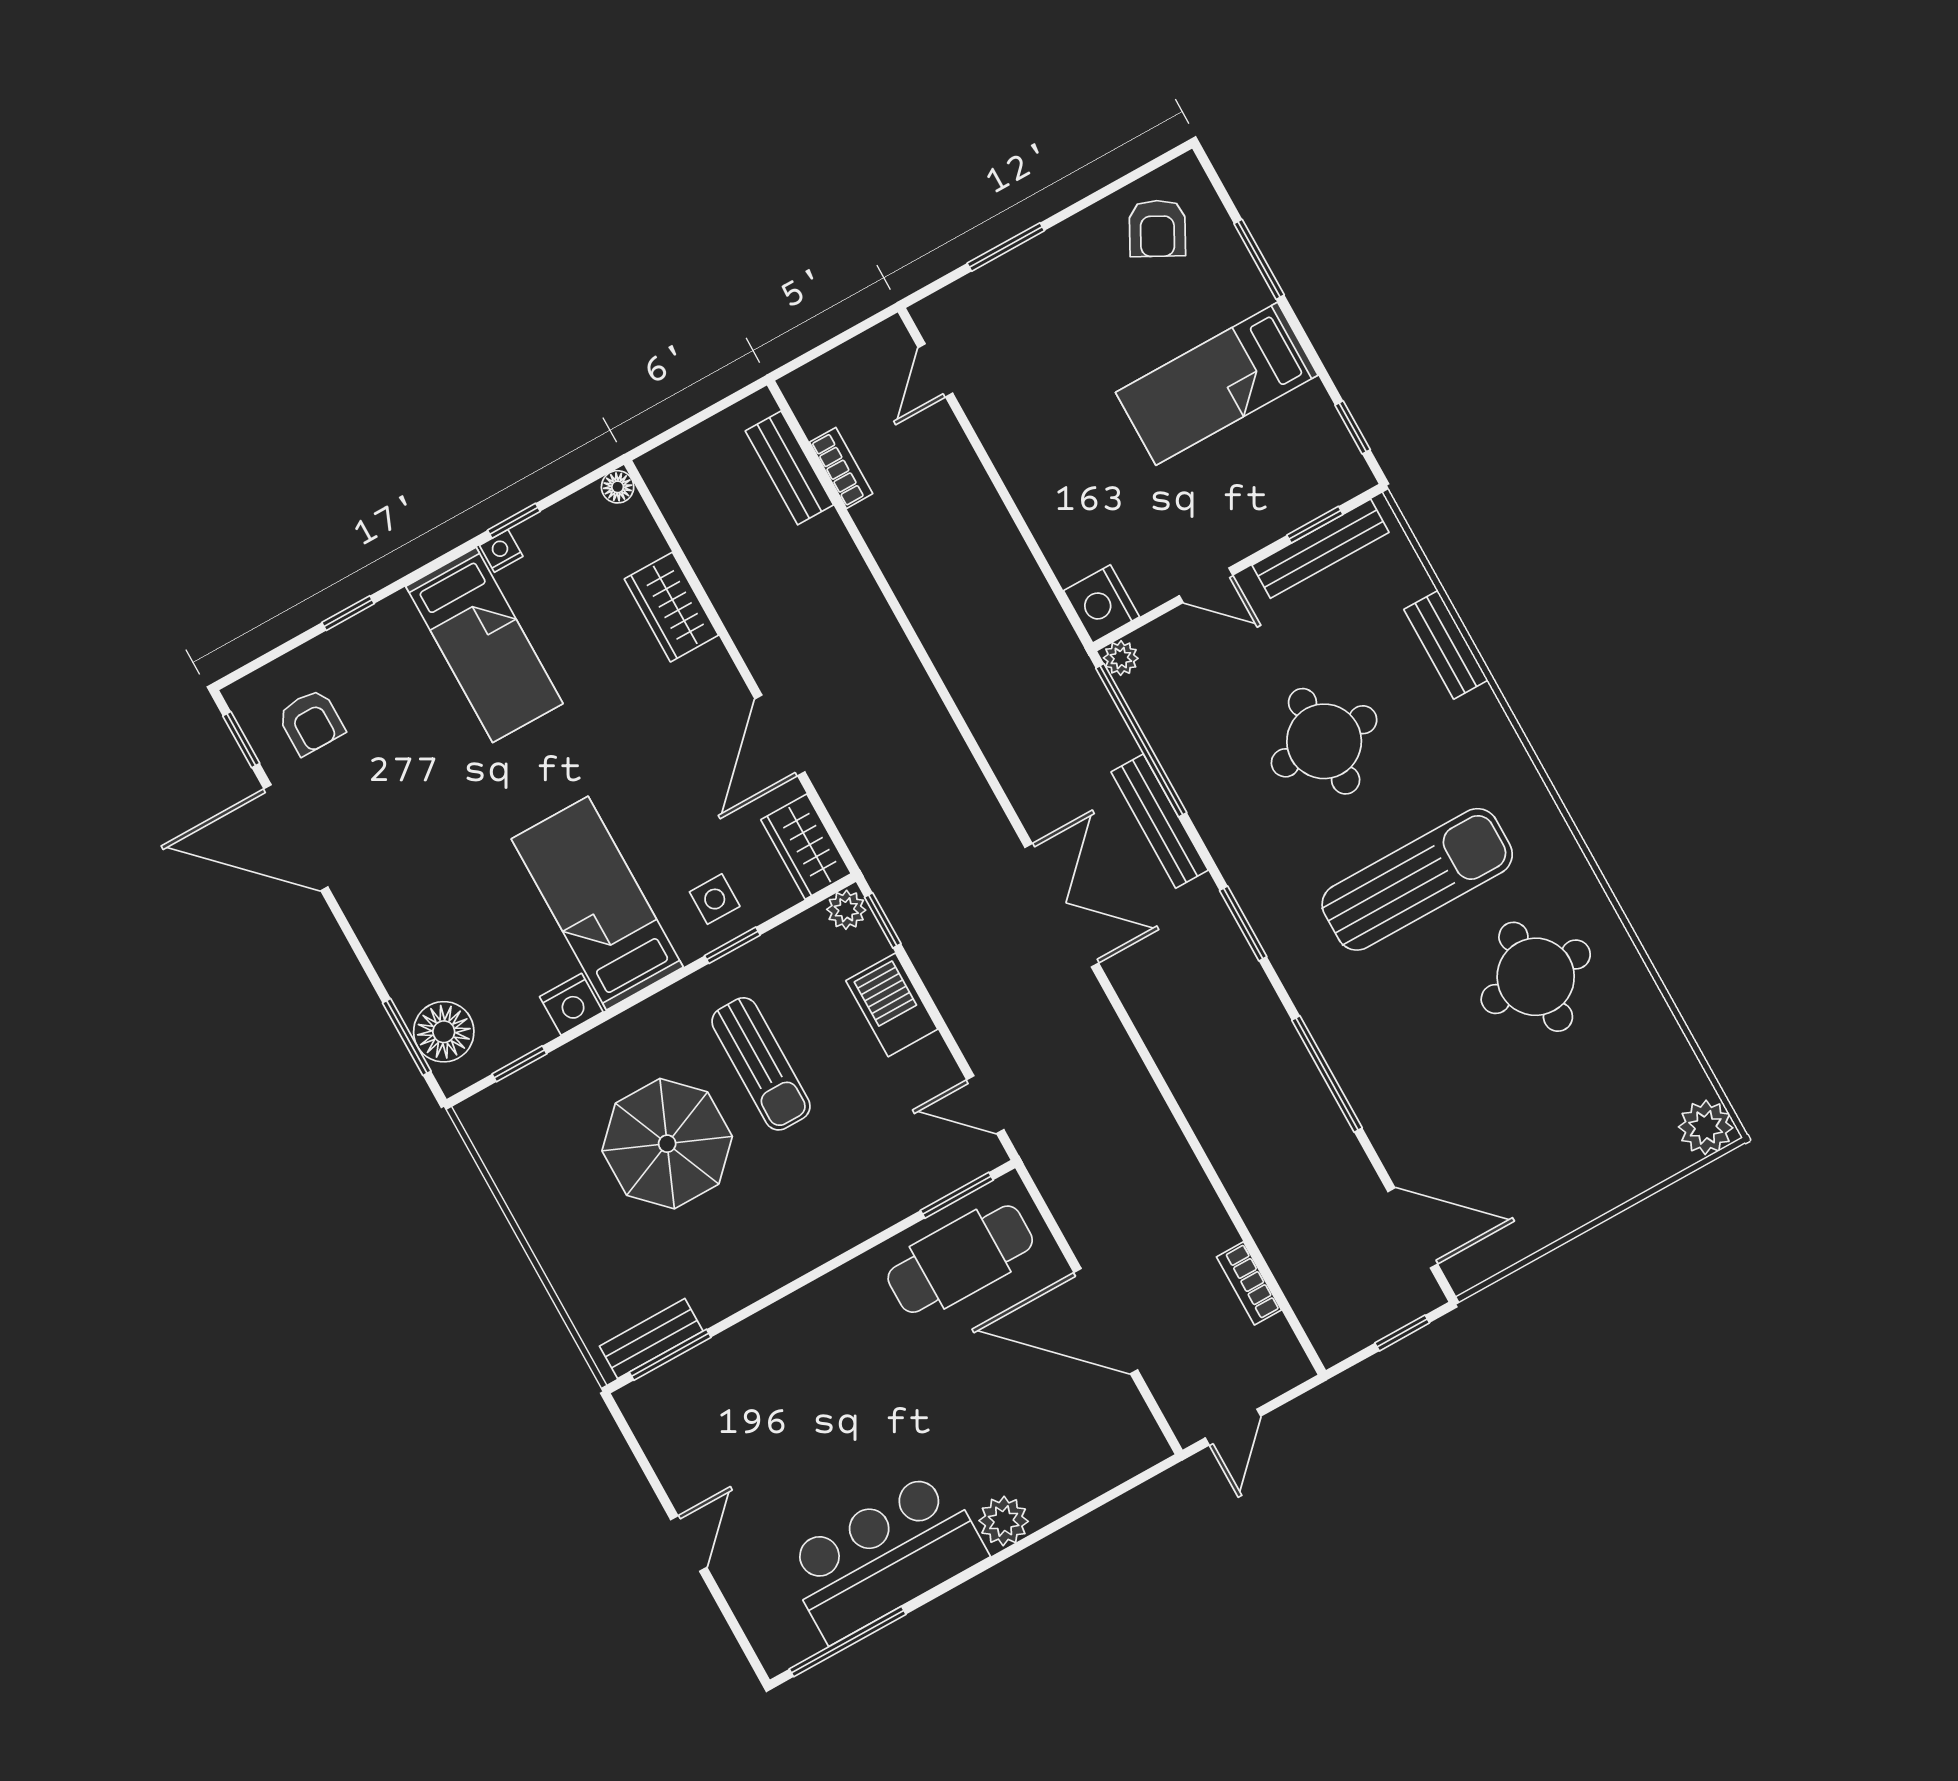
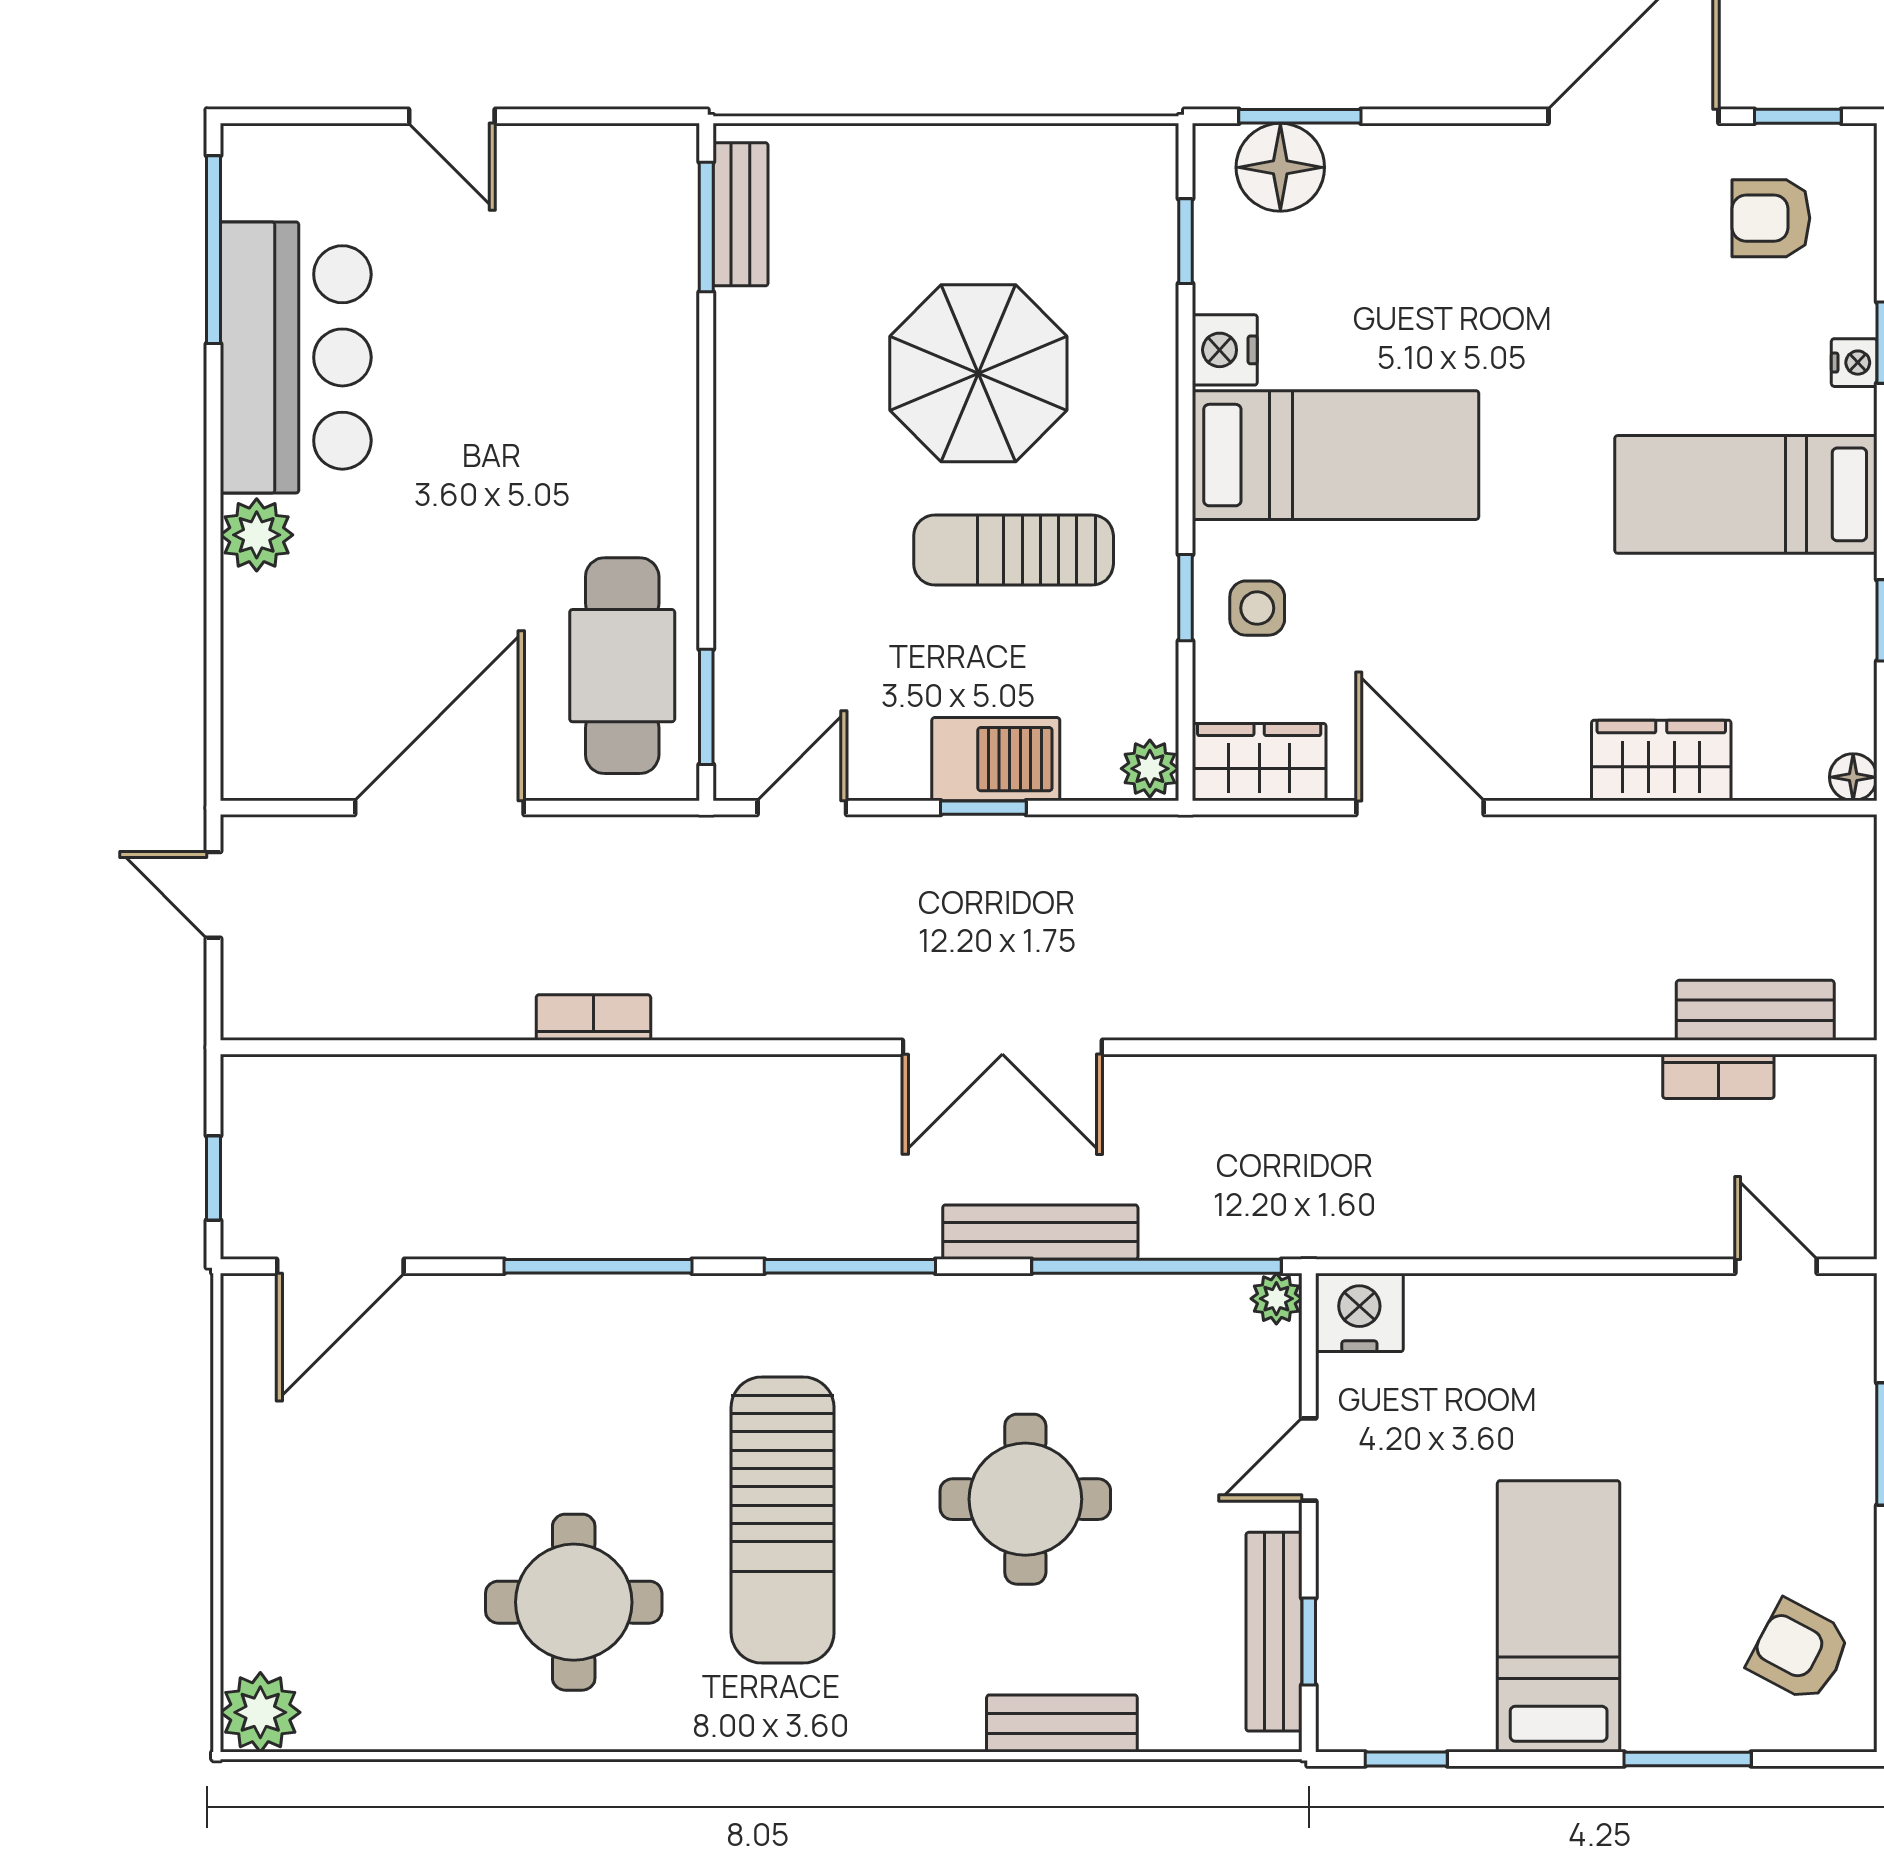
nightstand: (501, 551) -> (1854, 363), moved
window: (883, 920) -> (983, 808), moved
window: (1243, 923) -> (850, 1266), width x1.44
bookcase: (1249, 1283) -> (593, 1018), moved

